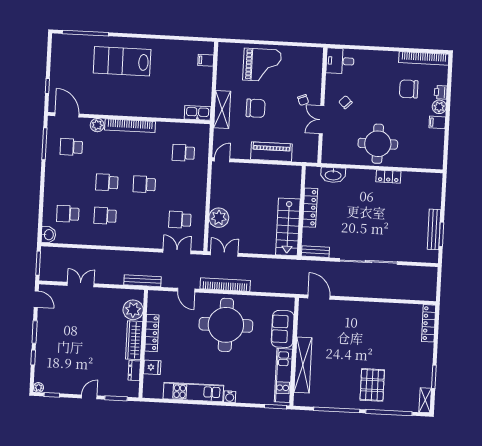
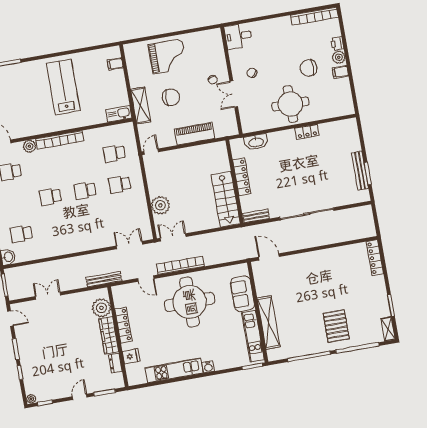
lab bench: (122, 61) -> (63, 87), moved, turned 90
chair: (409, 89) -> (308, 68), moved
school desk: (105, 216) -> (56, 228), removed
school desk: (180, 220) -> (120, 184), moved

